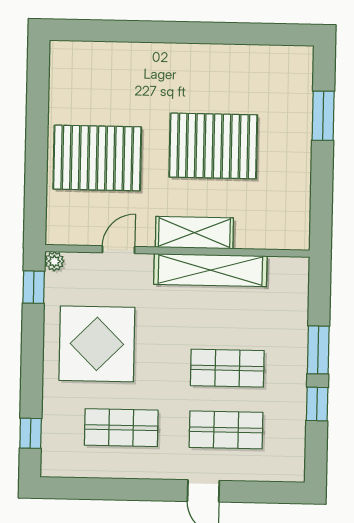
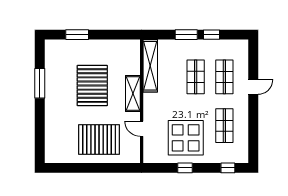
window: (220, 33) -> (40, 83), added
pallet: (97, 158) -> (99, 139), turned 90
plant: (54, 261) -> (148, 158), removed
shelving: (210, 270) -> (150, 66), moved
window: (34, 287) -> (185, 168), moved

